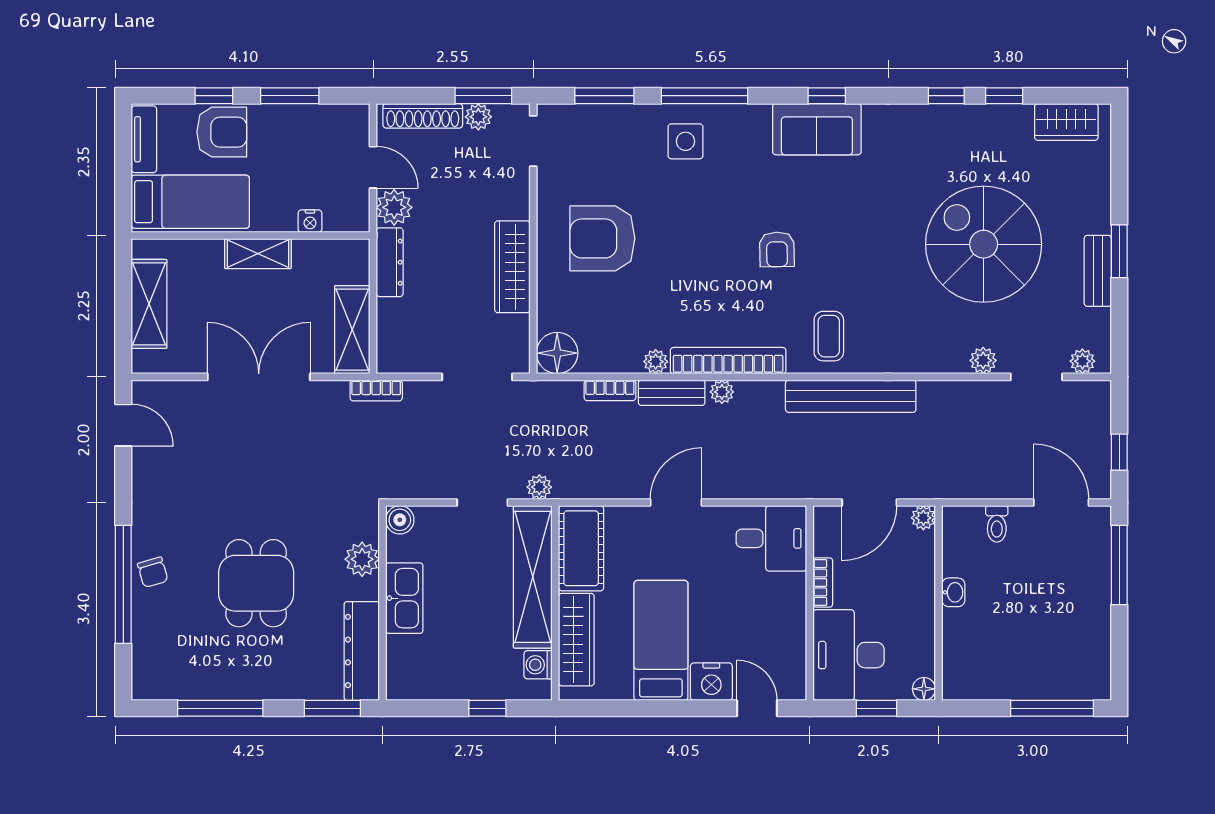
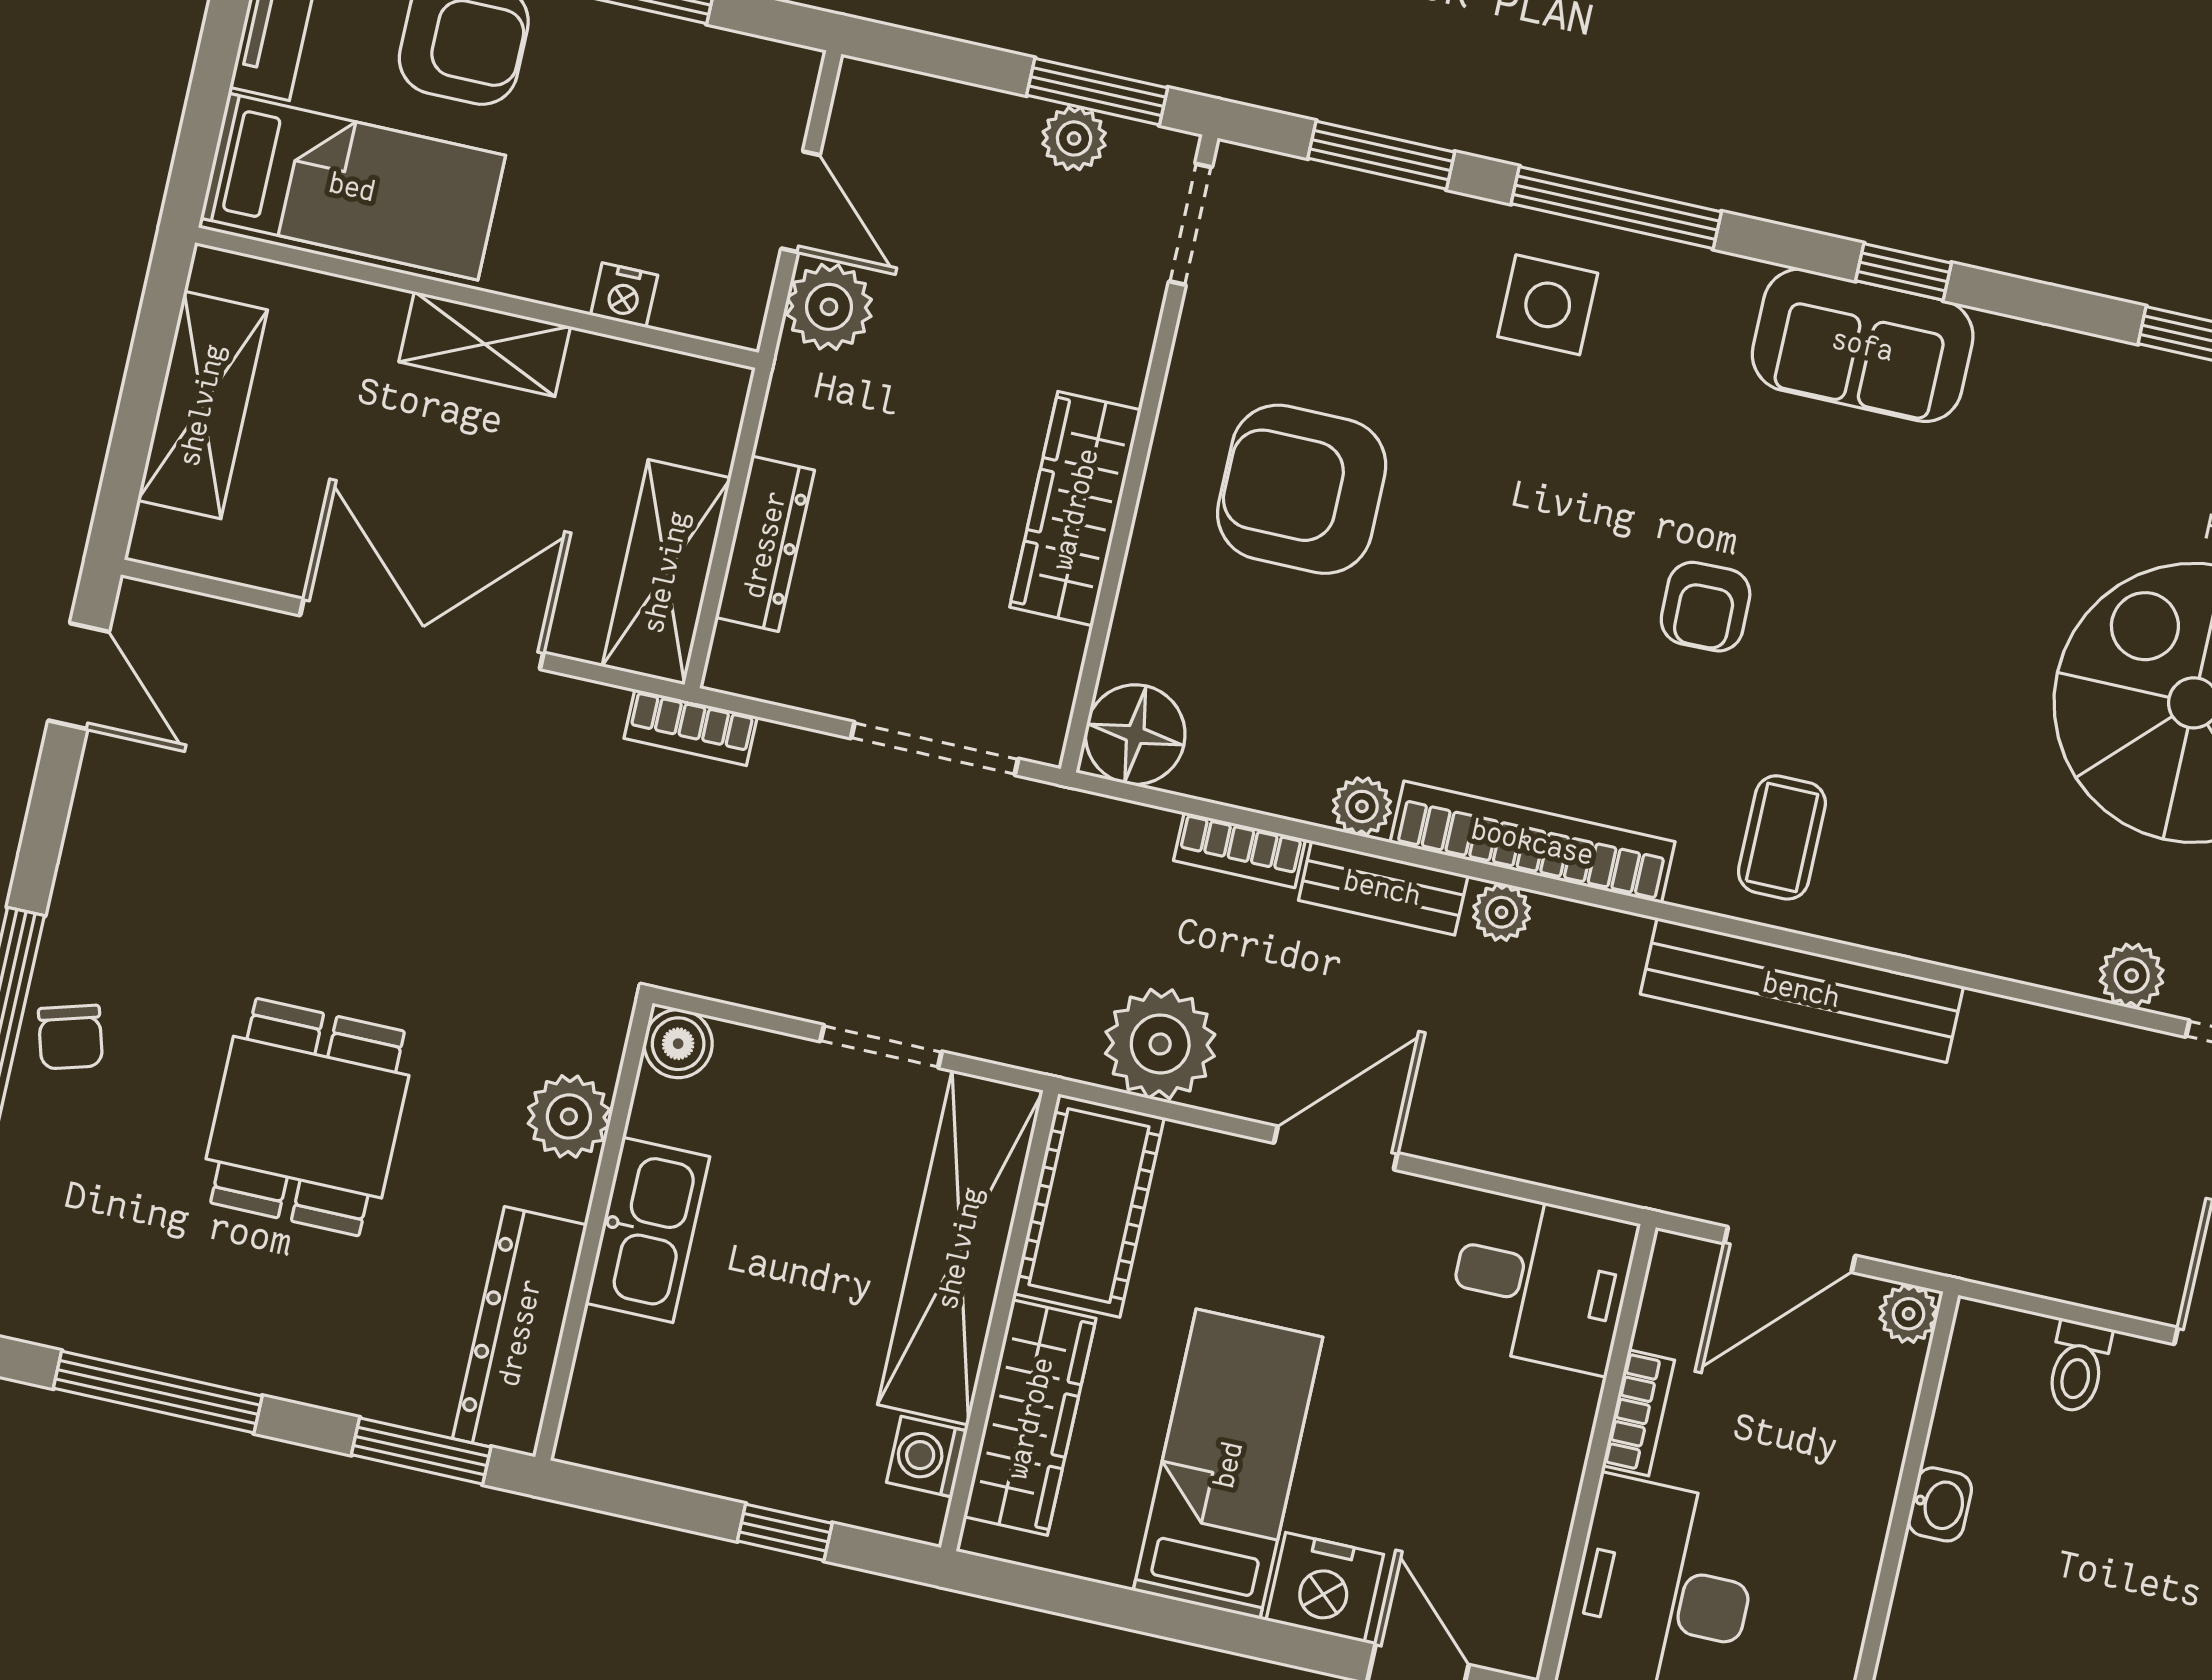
shoe rack: (423, 116) -> (944, 107), removed
dresser: (390, 262) -> (765, 544), moved
plant: (539, 487) -> (1160, 1044), moved, width x1.87, depth x1.87

